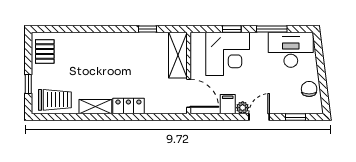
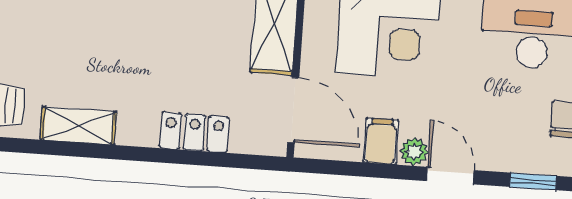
locker: (128, 106) -> (194, 132), moved
door: (259, 117) -> (450, 176), hinge flipped

